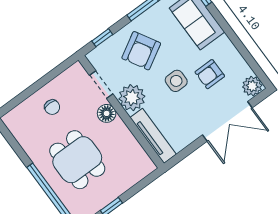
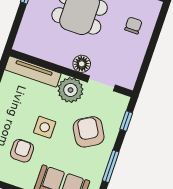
chair: (52, 107) -> (133, 25), moved, turned 90

